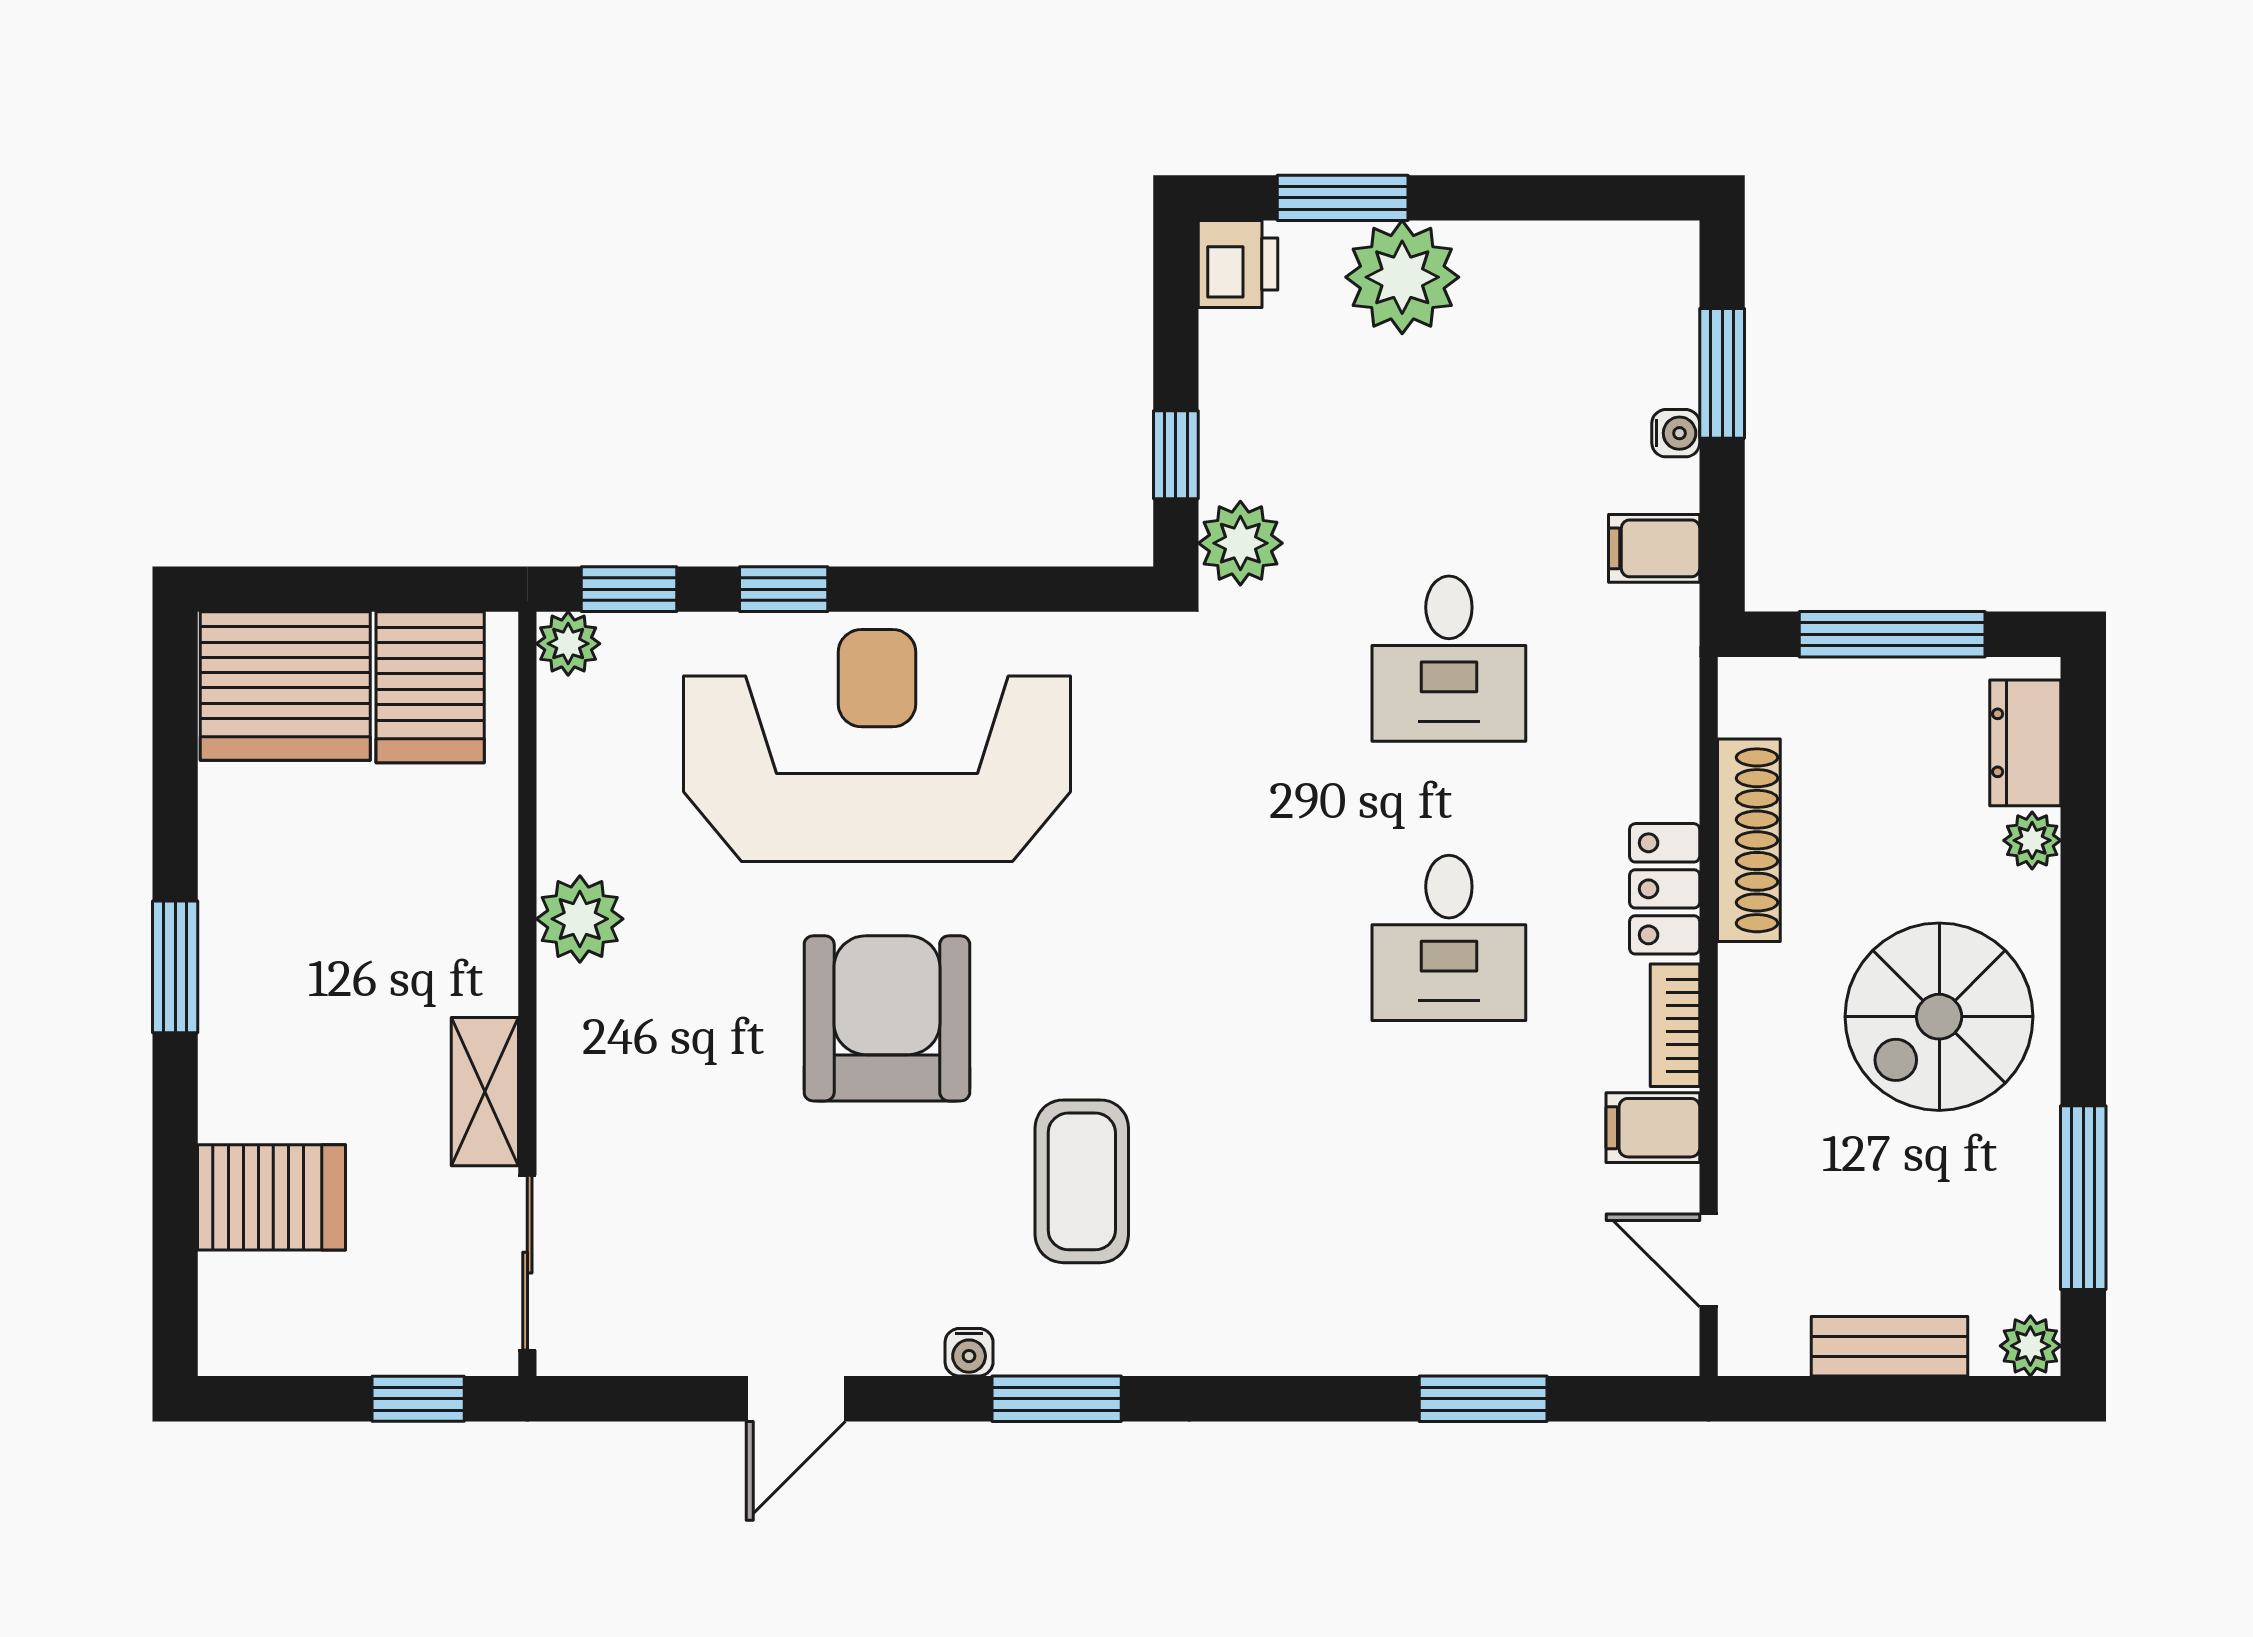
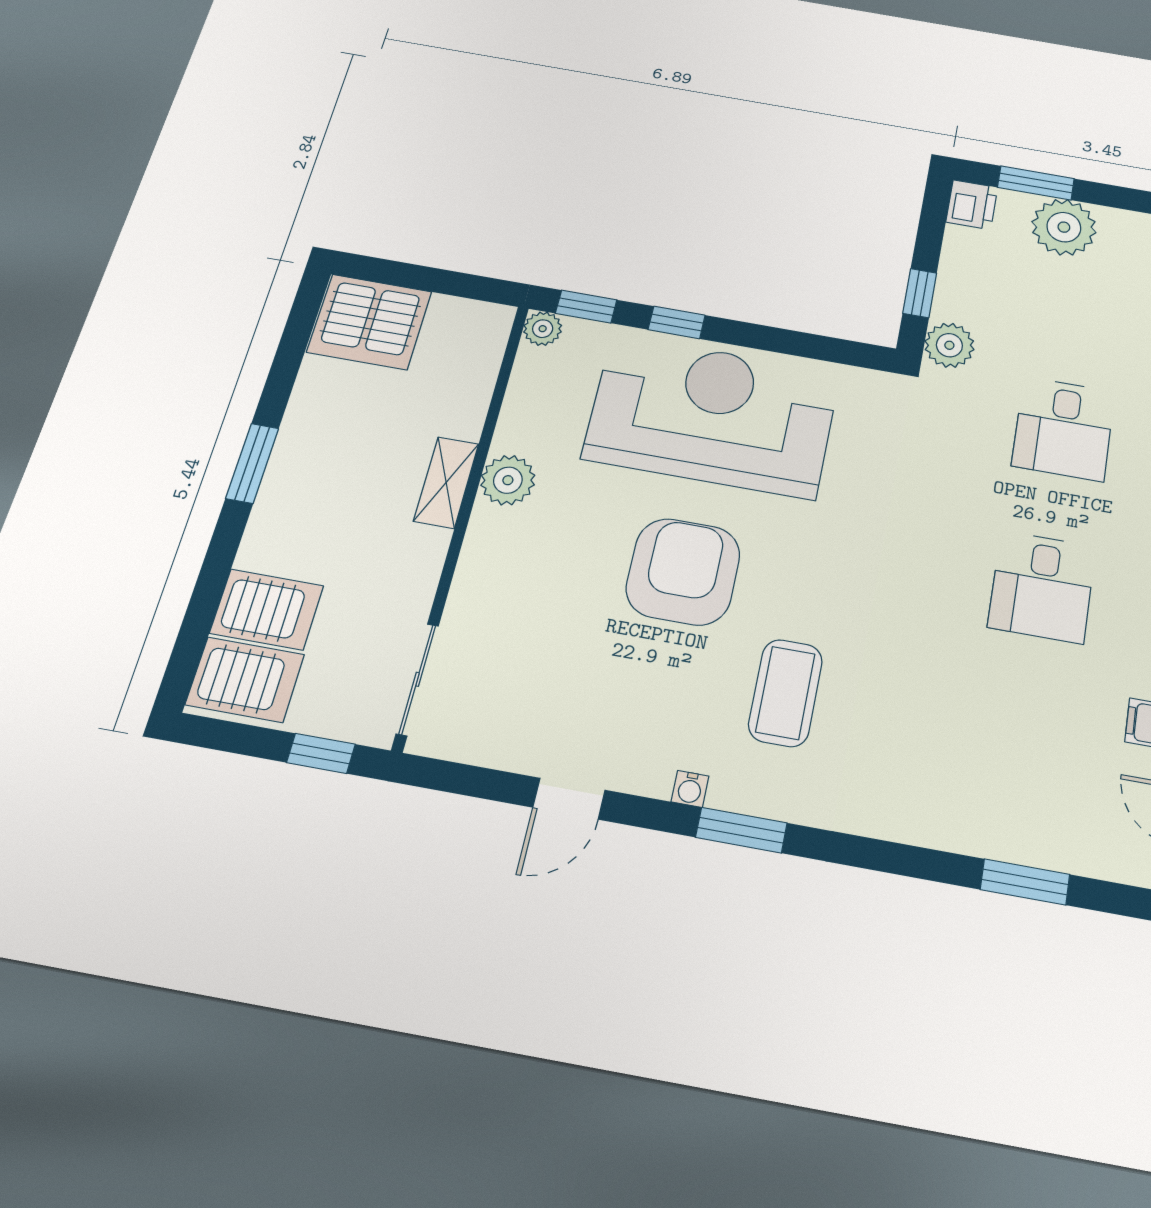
server rack: (430, 687) -> (245, 680), moved, turned -90
shelving: (485, 1092) -> (446, 482), moved

